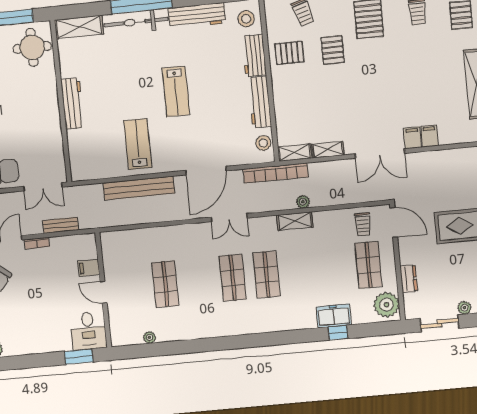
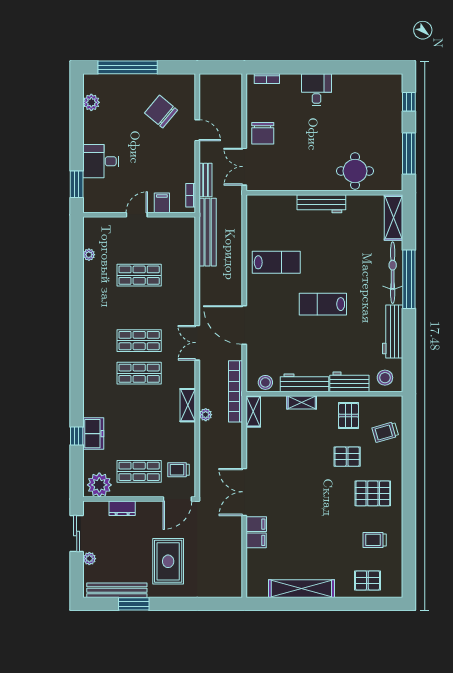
round table: (32, 47) -> (355, 171), moved
shelving: (328, 150) -> (302, 402), moved, turned 90
bench: (139, 188) -> (208, 232), moved
bookcase: (37, 243) -> (191, 195), moved
desk: (88, 331) -> (101, 161), moved

